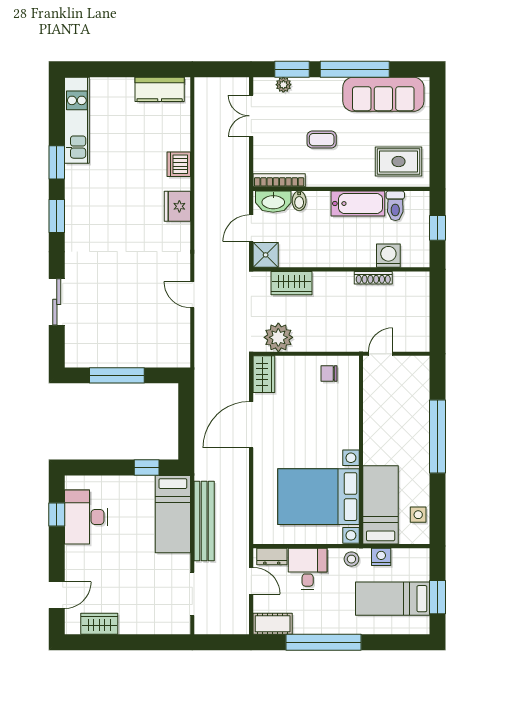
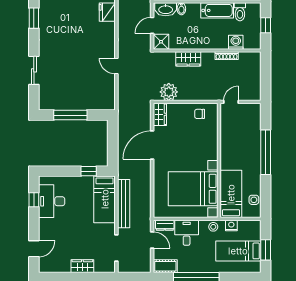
wardrobe: (291, 283) -> (188, 59), moved
wardrobe: (99, 624) -> (82, 266), moved

